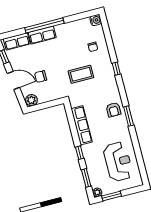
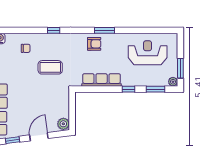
coffee table: (81, 74) -> (50, 67), turned 90
chair: (41, 76) -> (42, 108), removed

